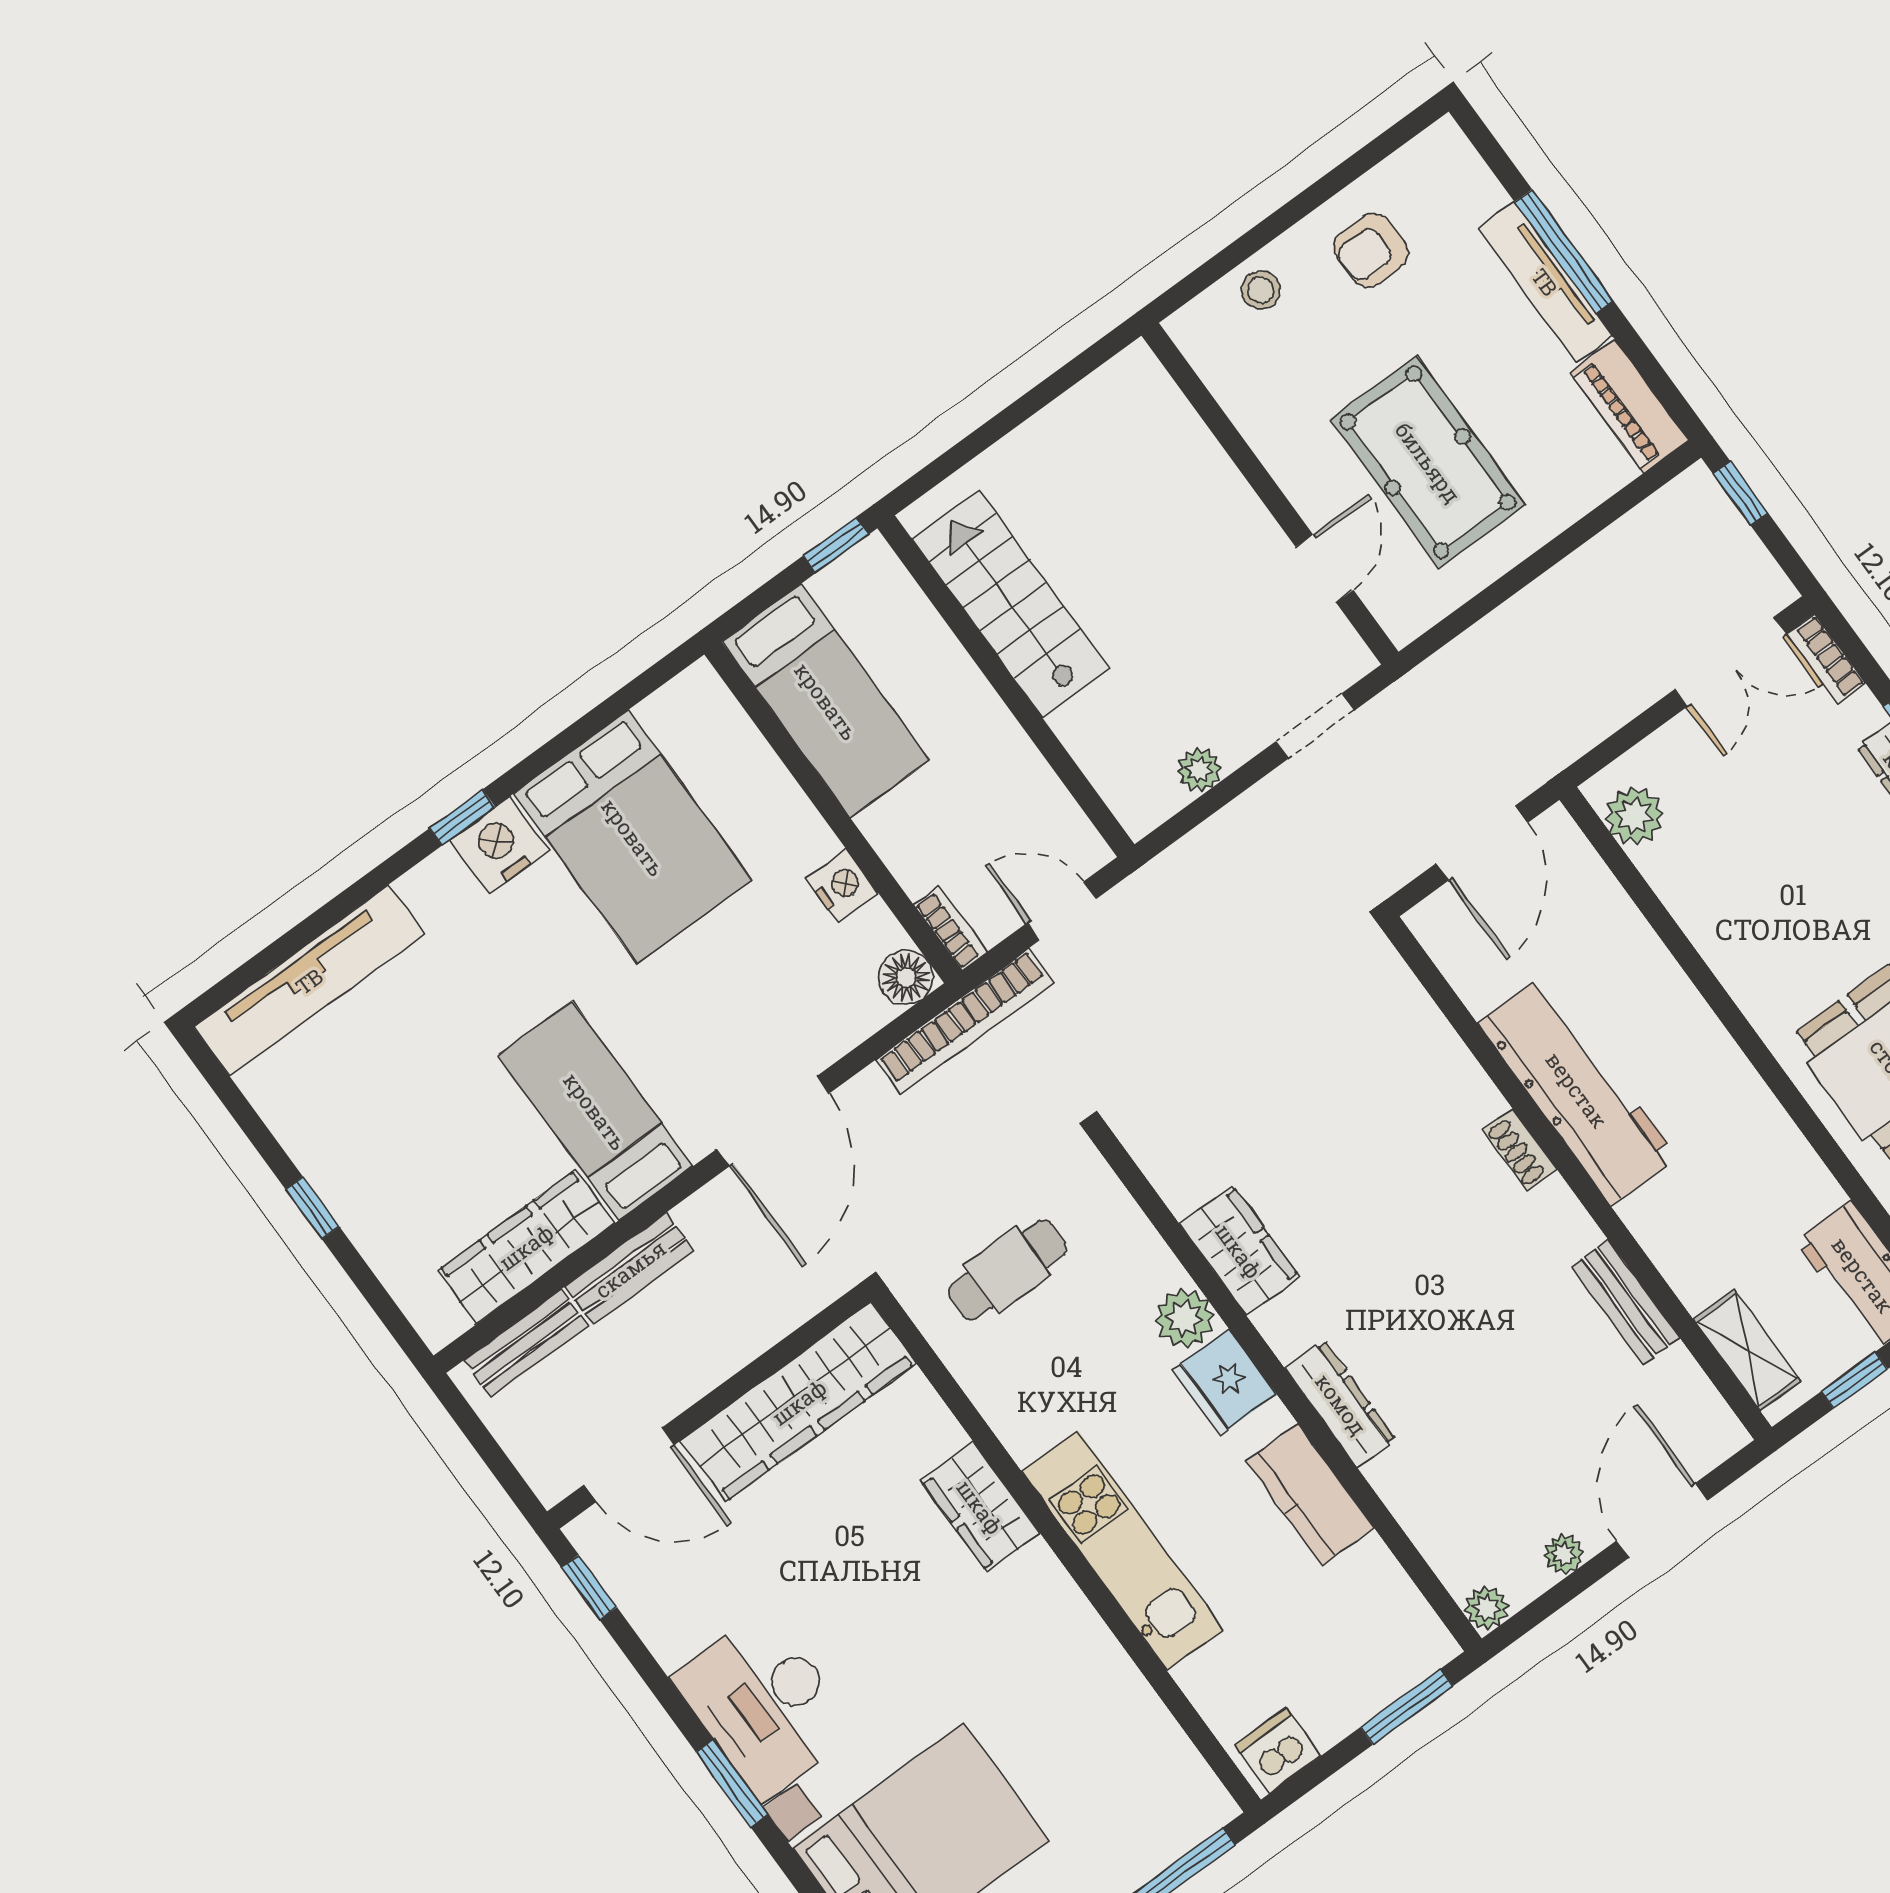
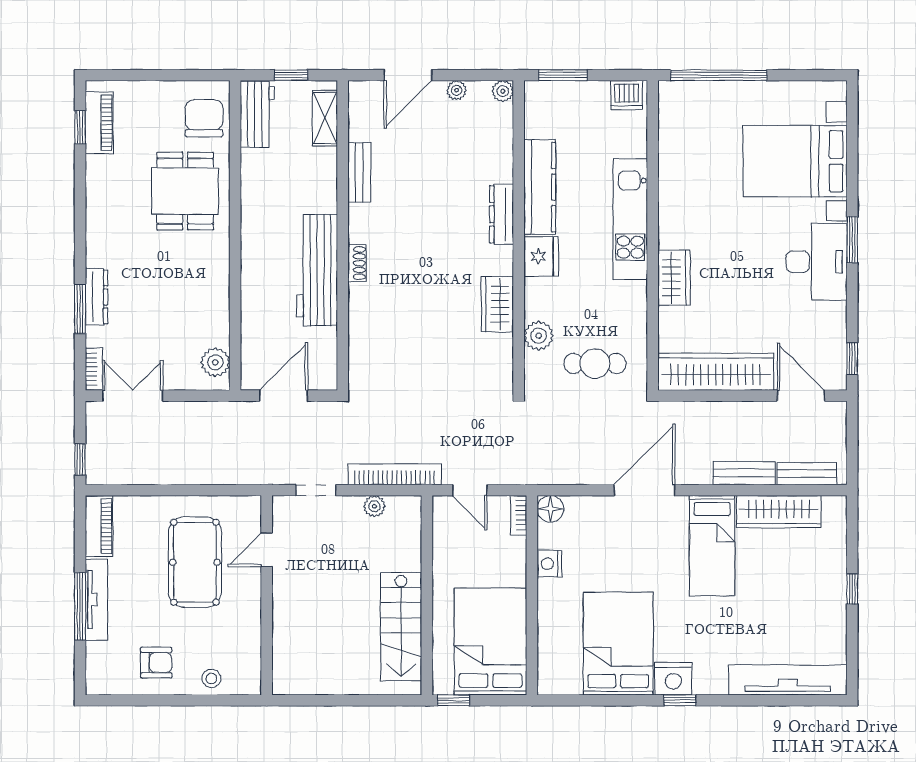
bed: (826, 701) -> (490, 642), width x1.50
bookcase: (965, 1021) -> (395, 474), moved
plant: (1184, 1318) -> (539, 336), moved
kitchen counter: (1310, 1495) -> (540, 187), width x1.50

